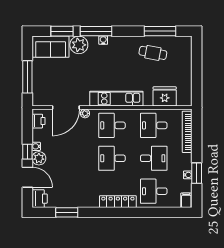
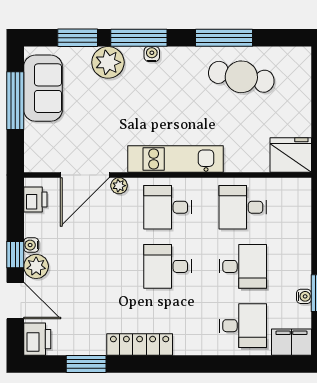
window: (160, 31) -> (224, 38), moved
sofa: (51, 47) -> (43, 88), moved, turned -90
cafe table: (153, 53) -> (241, 77), width x1.37, depth x1.35
window: (27, 77) -> (15, 101), moved
fridge: (165, 96) -> (291, 155), moved
bookcase: (187, 132) -> (303, 219), removed
desk: (154, 191) -> (243, 326), turned 180
filing cabinet: (186, 200) -> (291, 342), width x2.00
locker: (118, 202) -> (140, 344), moved

